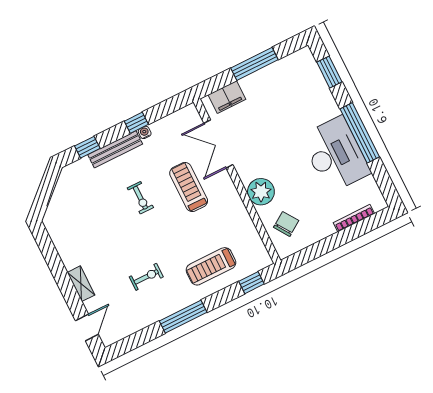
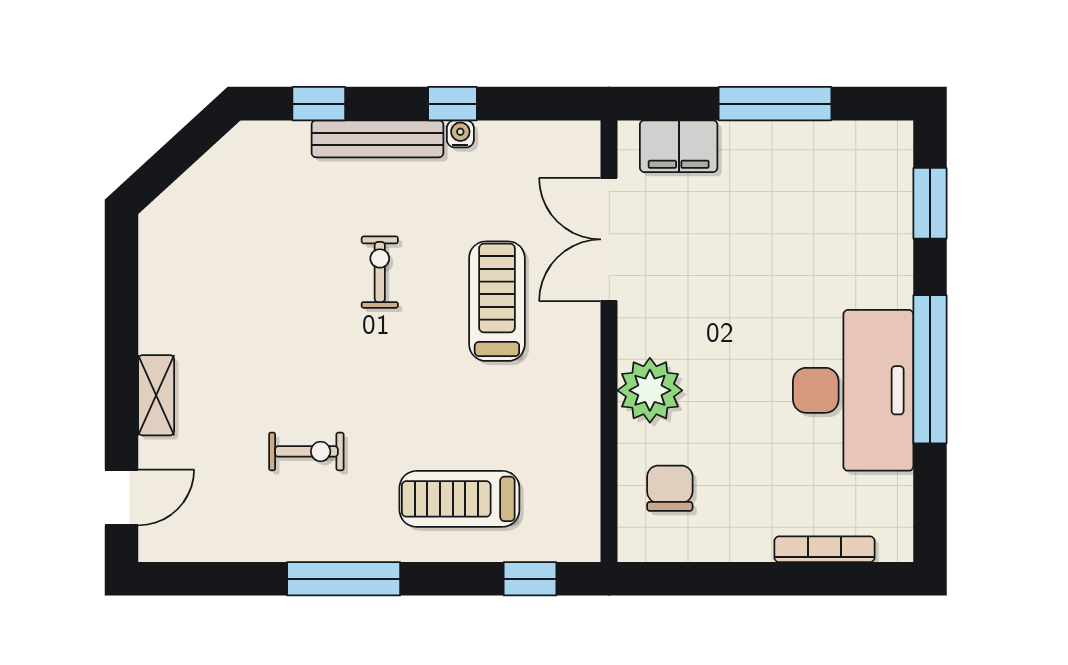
exercise bike: (140, 198) -> (380, 272), turned 180
chair: (286, 224) -> (670, 488), turned -56

